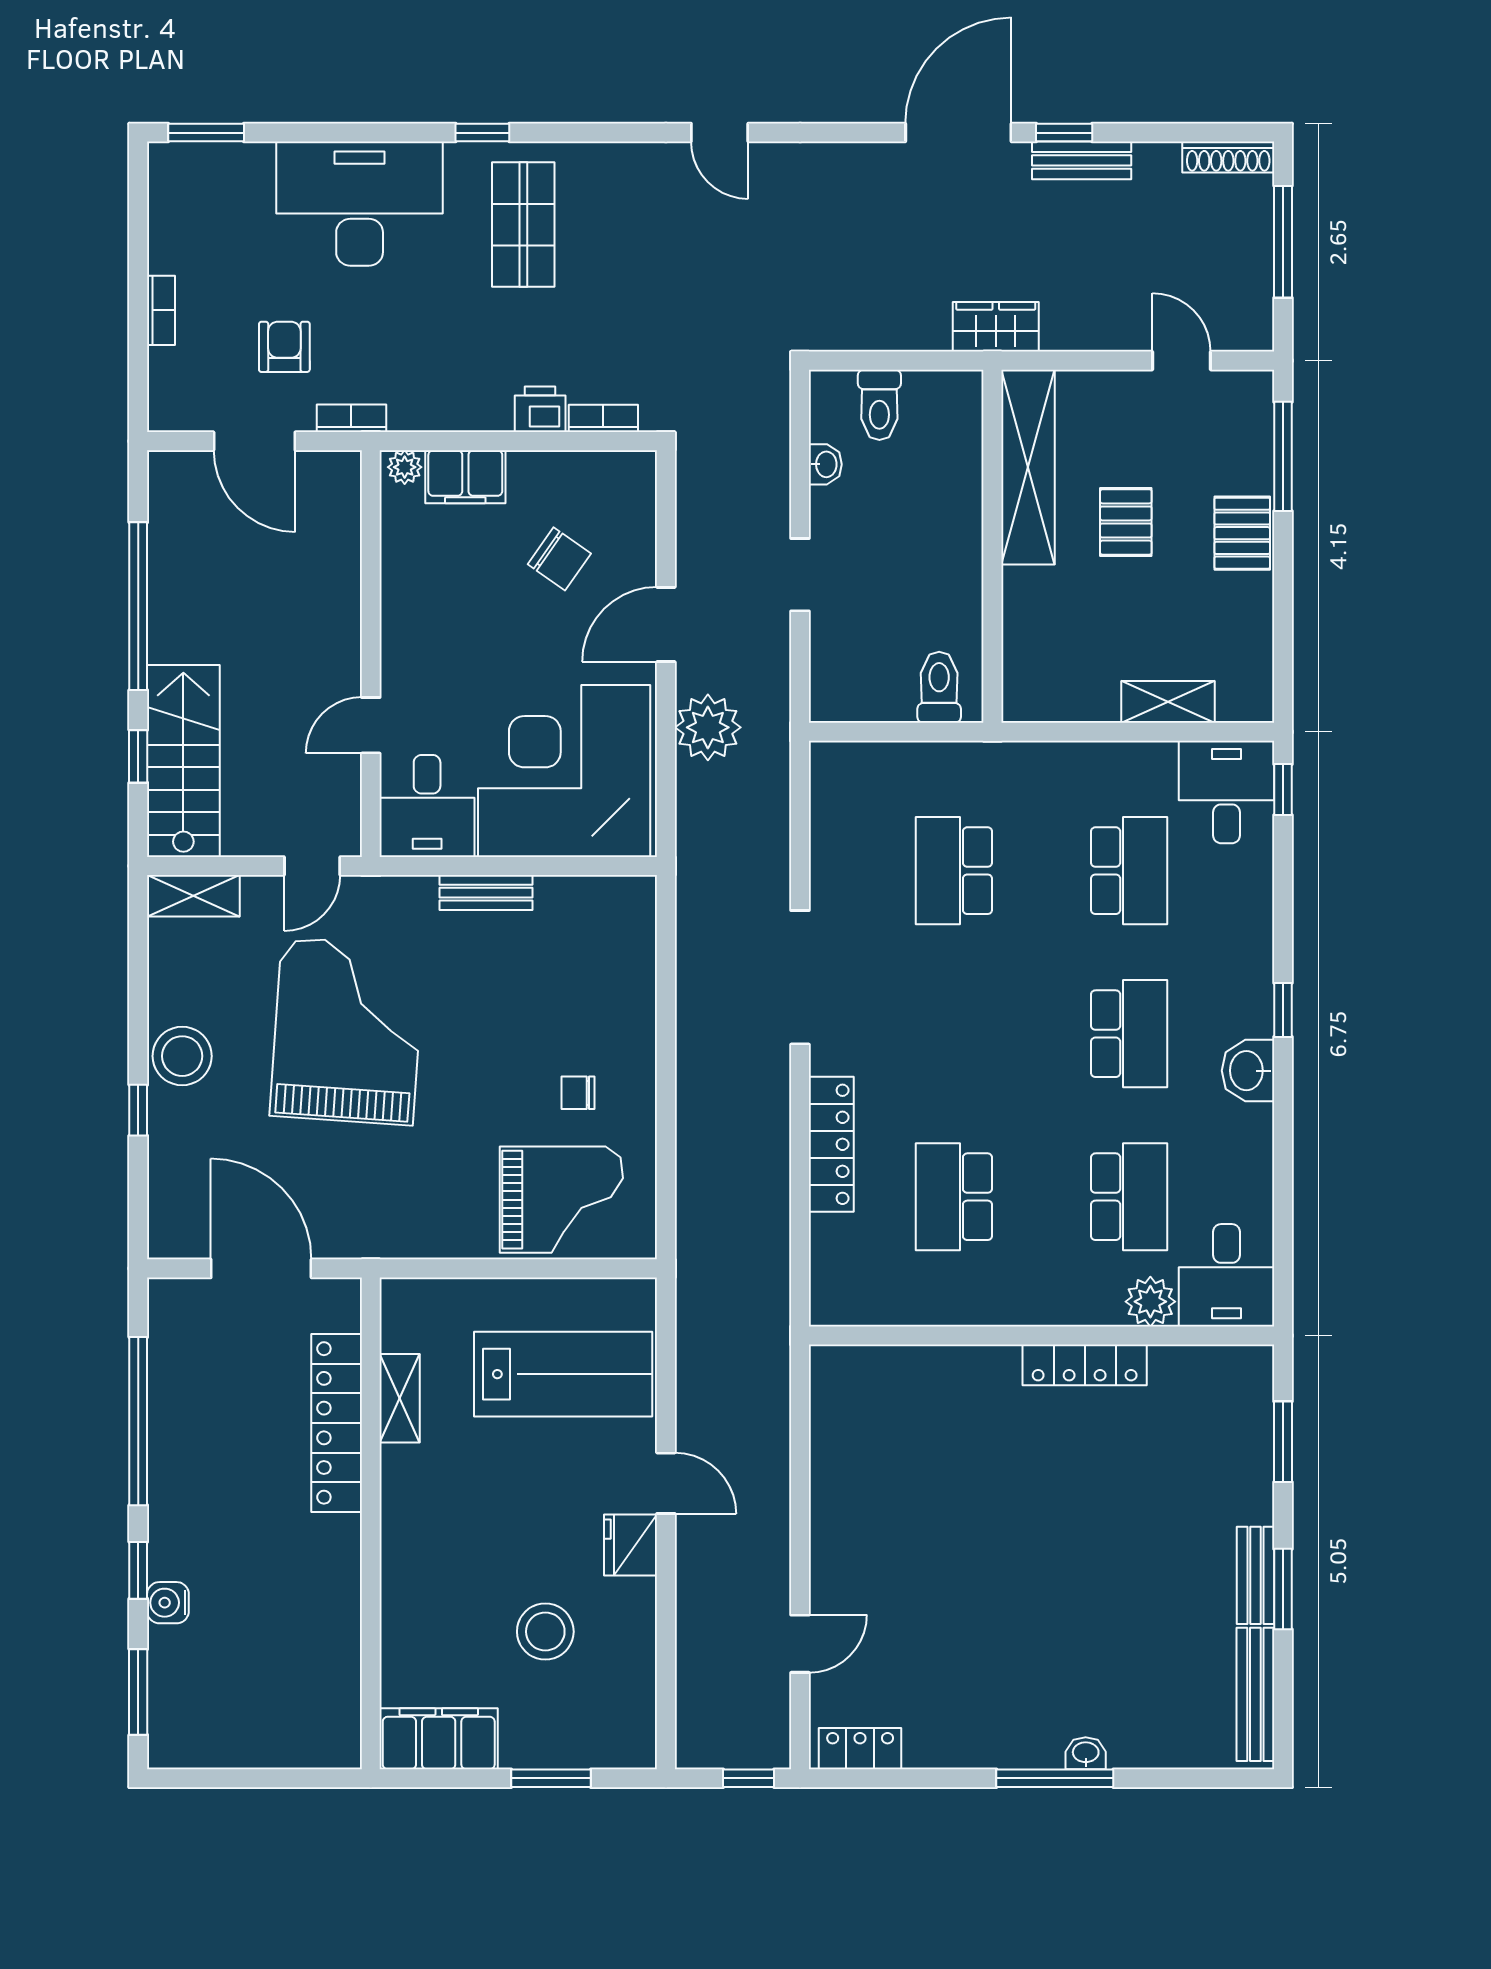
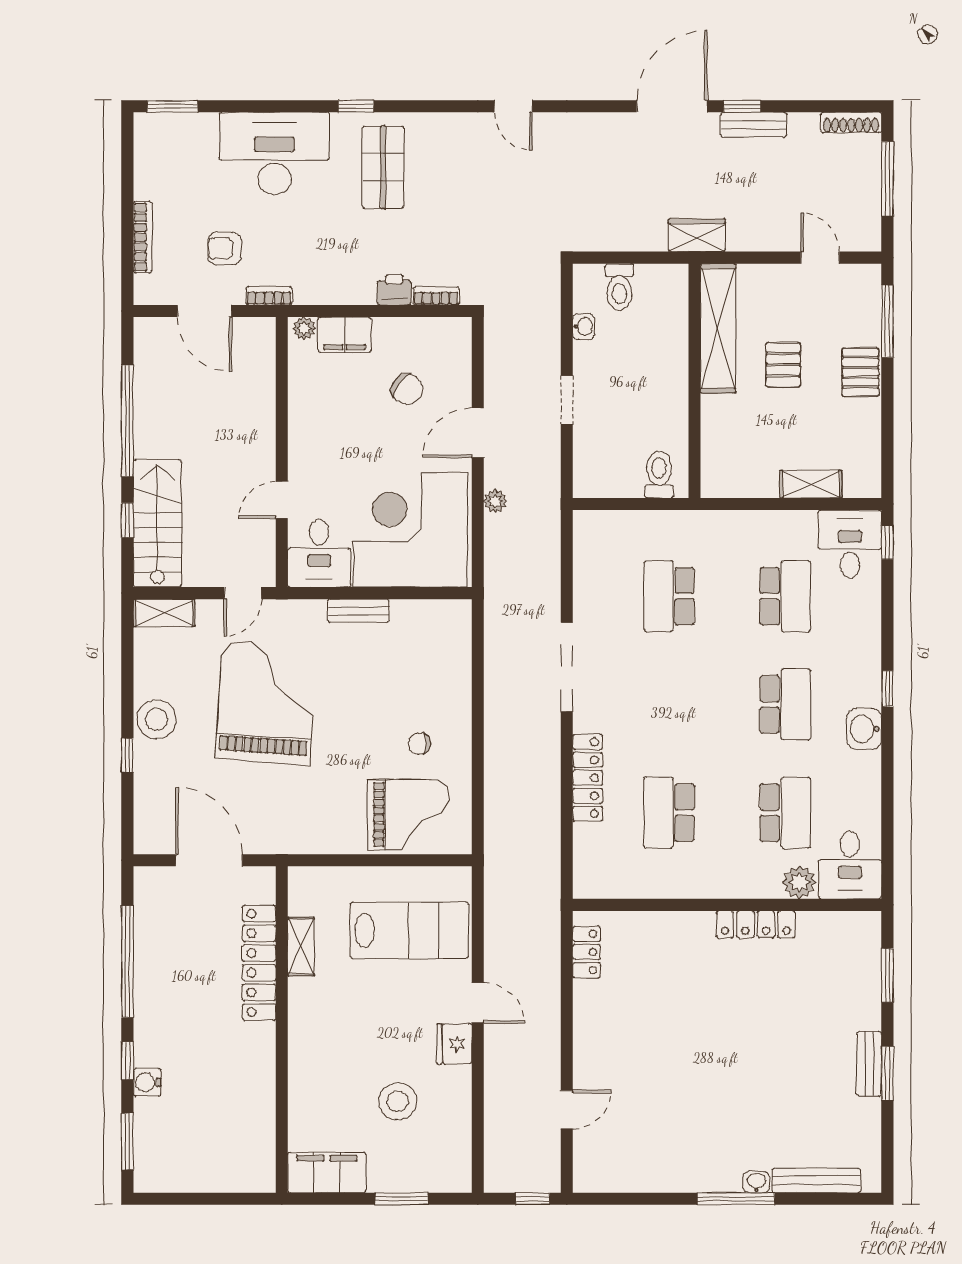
bookcase: (161, 310) -> (143, 237), width x1.56
armchair: (284, 347) -> (224, 248), turned -90
plant: (708, 727) -> (495, 501), width x0.53, depth x0.53
bench: (1255, 1694) -> (816, 1180), moved, turned 90
locker: (860, 1749) -> (587, 952), moved, turned 90

